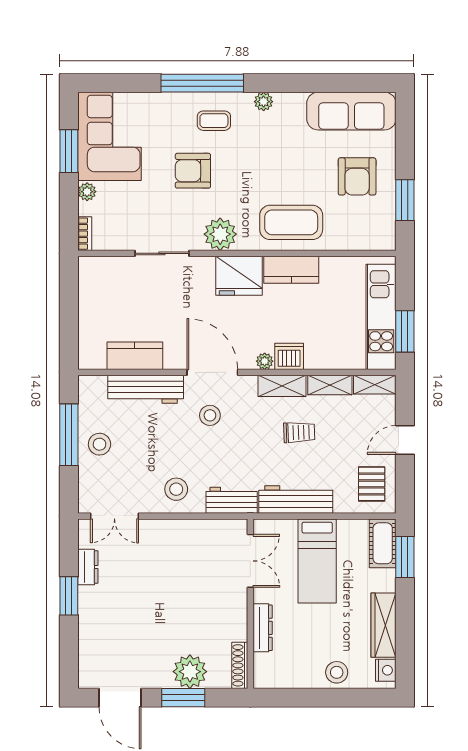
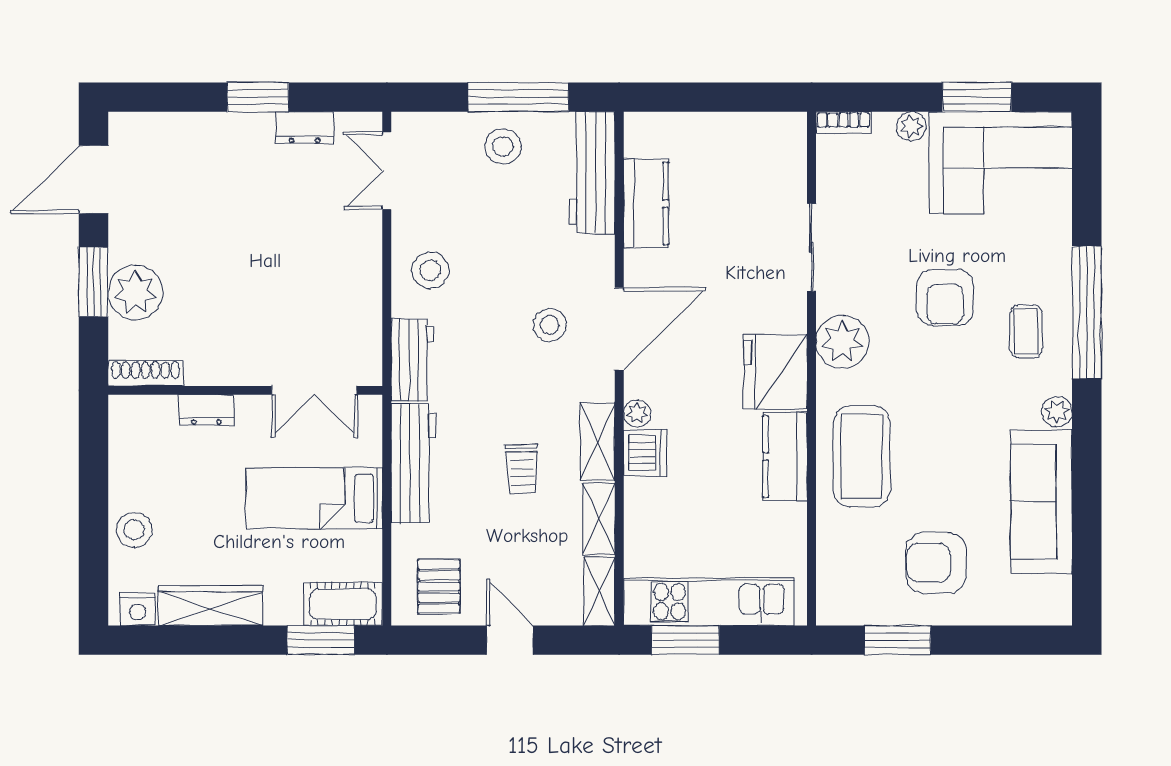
sofa: (351, 111) -> (1042, 502), moved
armchair: (193, 171) -> (945, 297), turned 180
workbench: (146, 389) -> (592, 173), moved
pallet: (372, 484) -> (439, 586), turned 90
dresser: (263, 628) -> (206, 410), width x0.70

